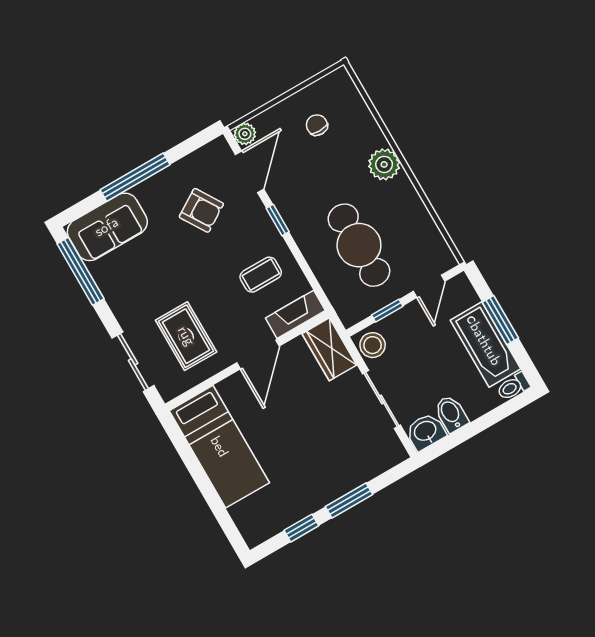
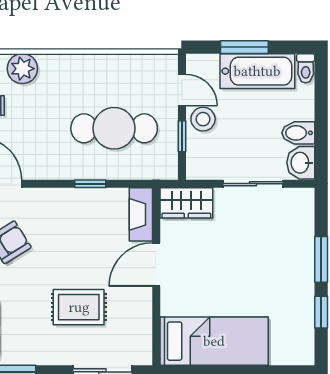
plant: (384, 164) -> (22, 69), moved
window: (278, 220) -> (90, 184), moved
coffee table: (261, 275) -> (91, 224), removed
rug: (186, 336) -> (79, 307), moved
stool: (373, 345) -> (203, 119), moved
door: (258, 354) -> (156, 265), swing flipped

